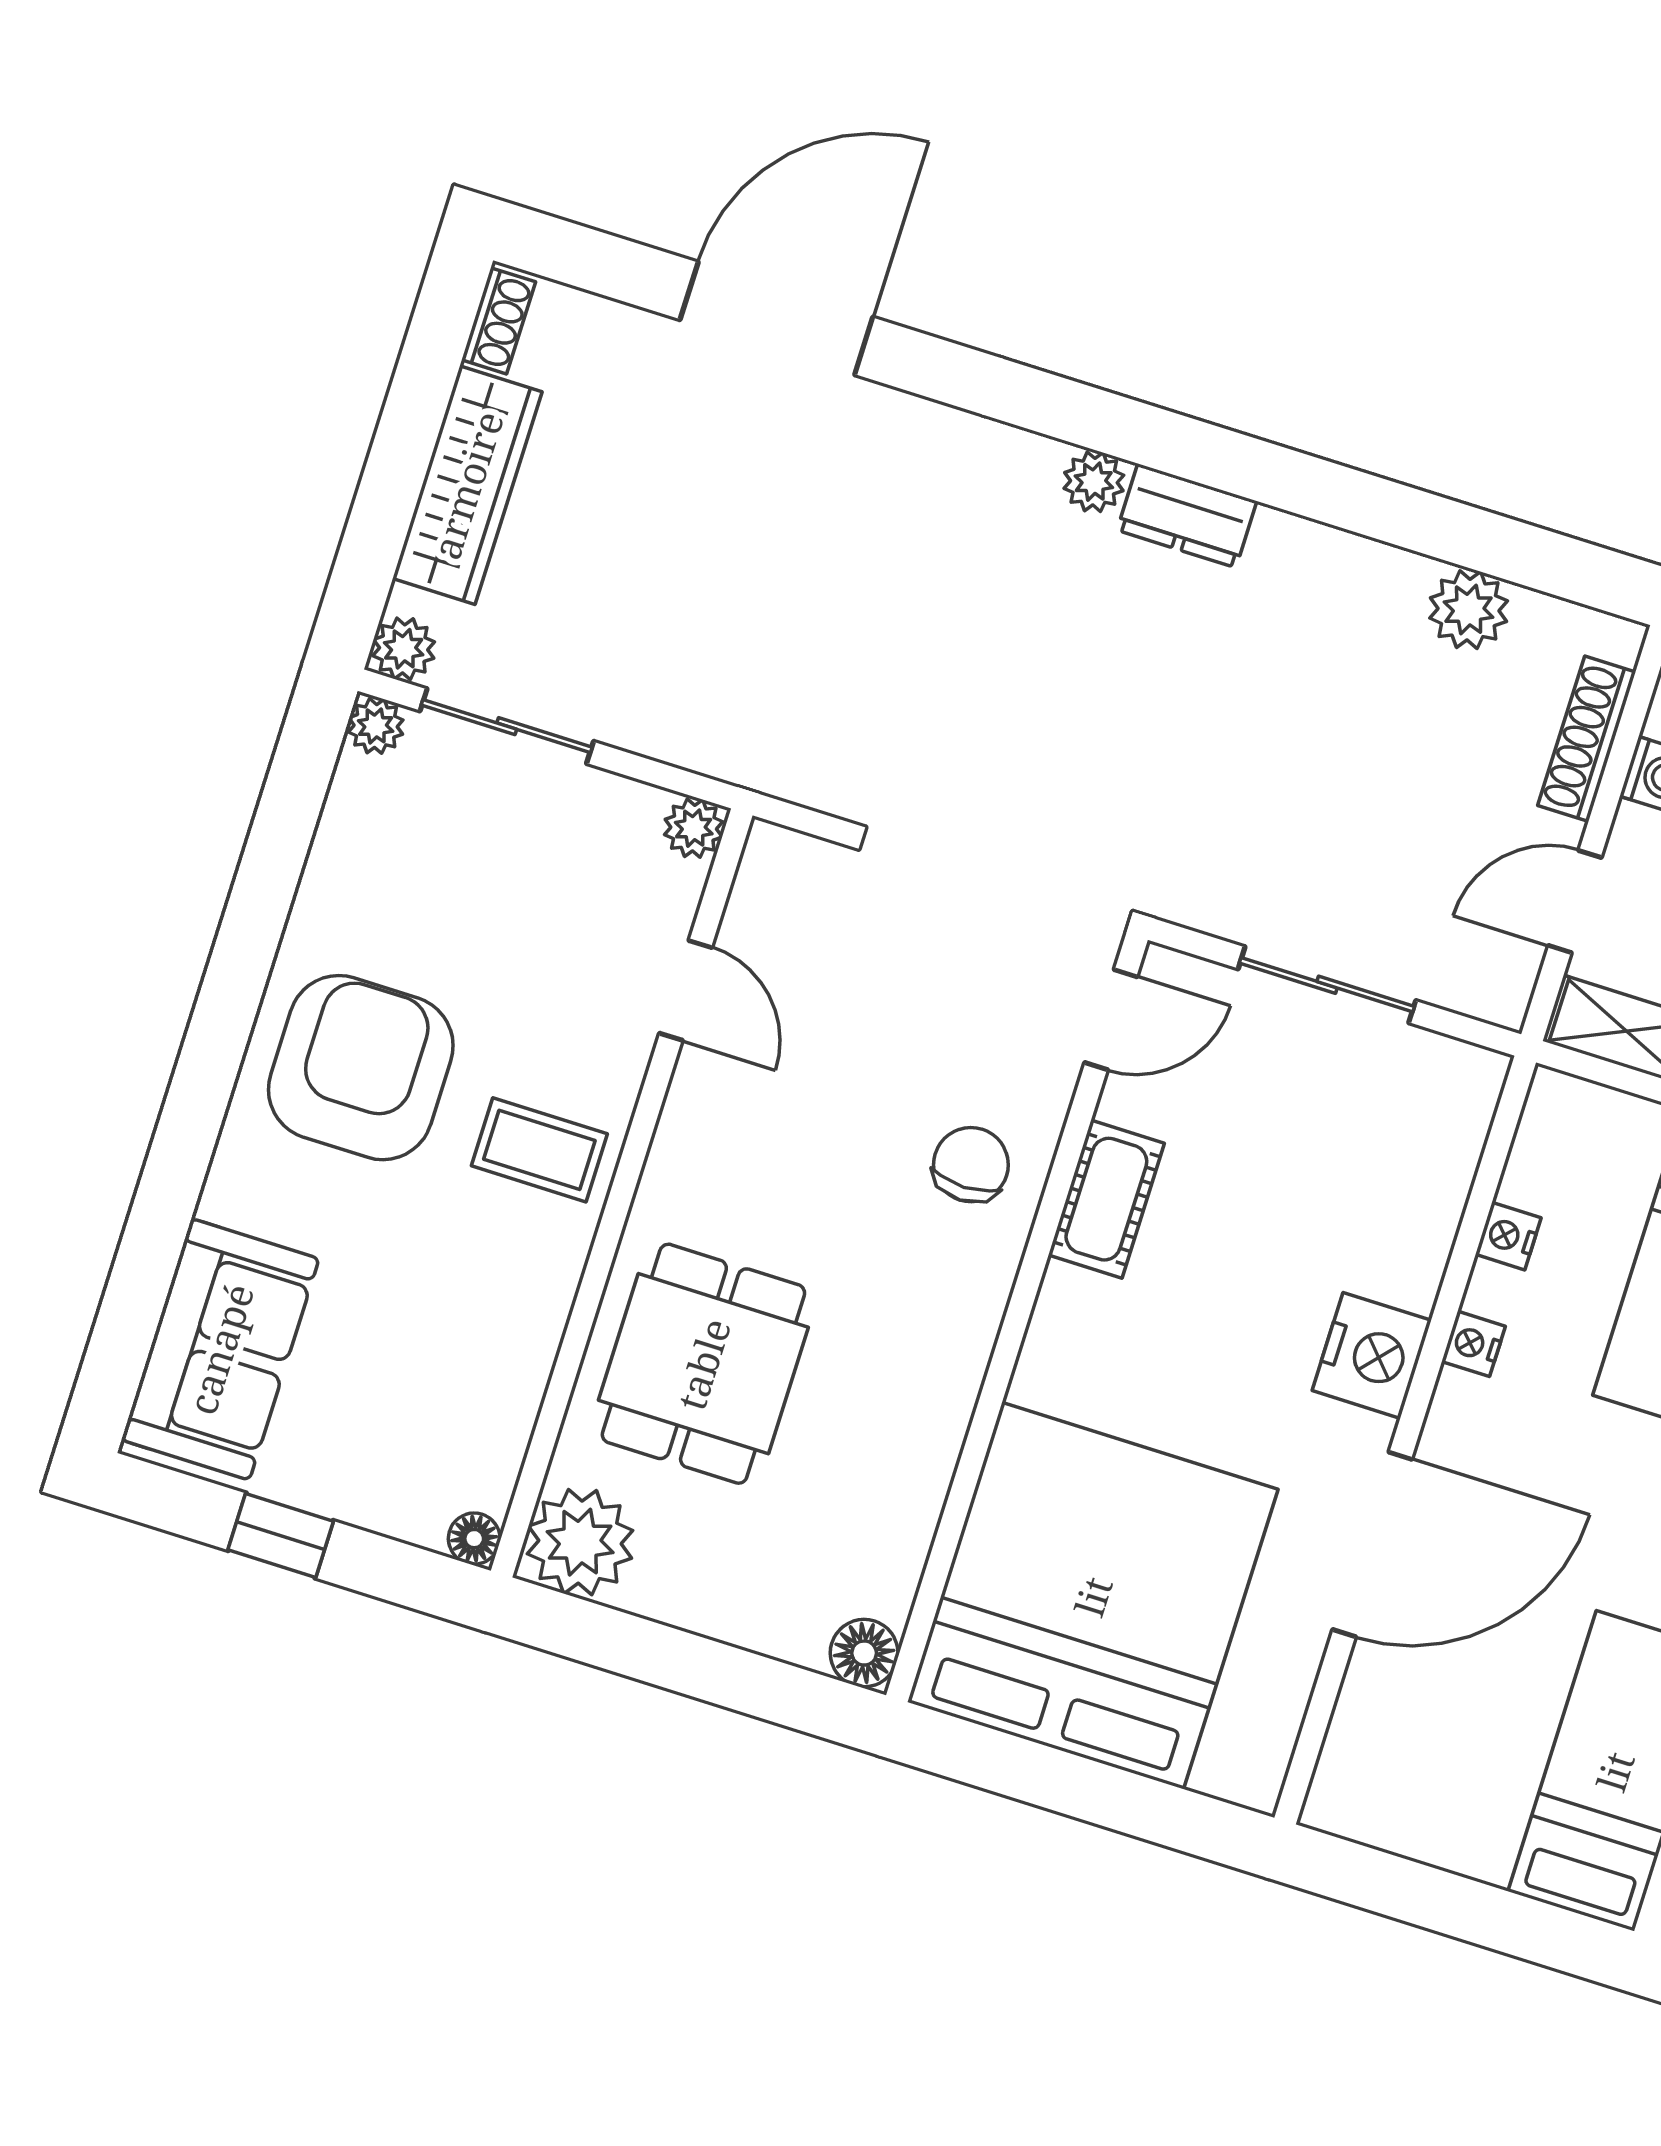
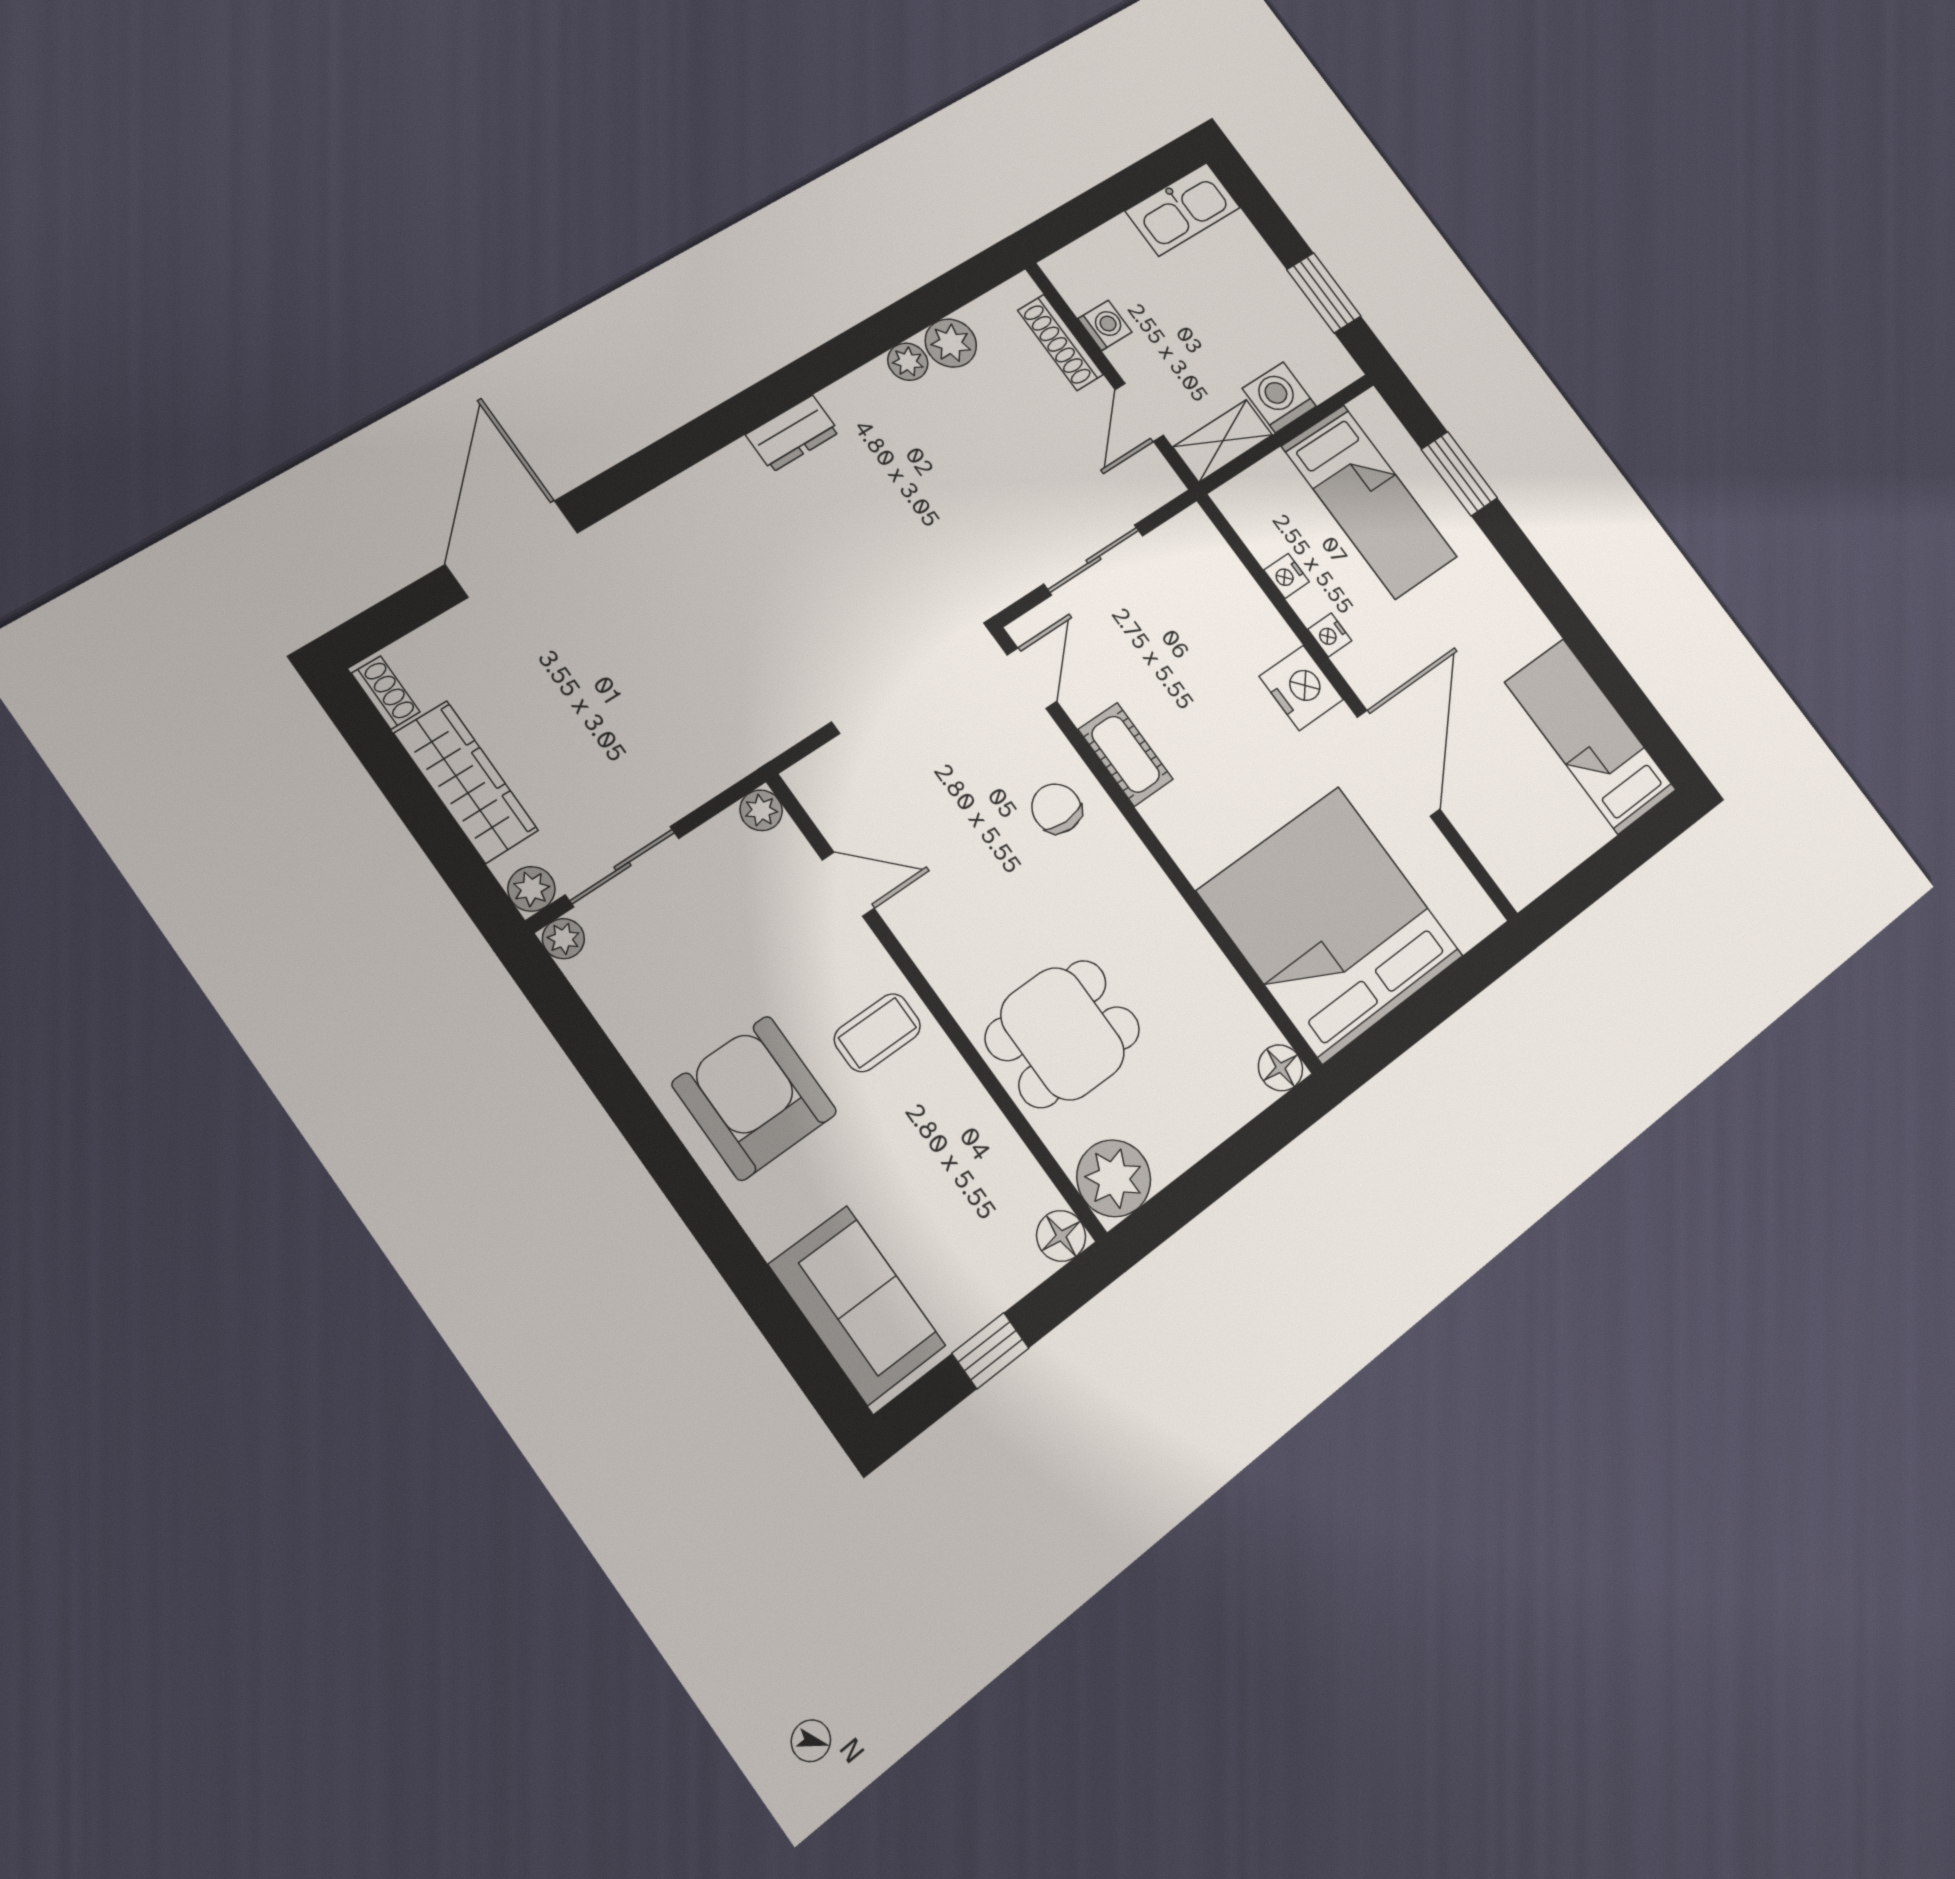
plant: (1094, 482) -> (908, 362), moved
dining table: (703, 1364) -> (1063, 1034), turned 90
floor lamp: (474, 1539) -> (1061, 1236), width x1.37, depth x1.37

